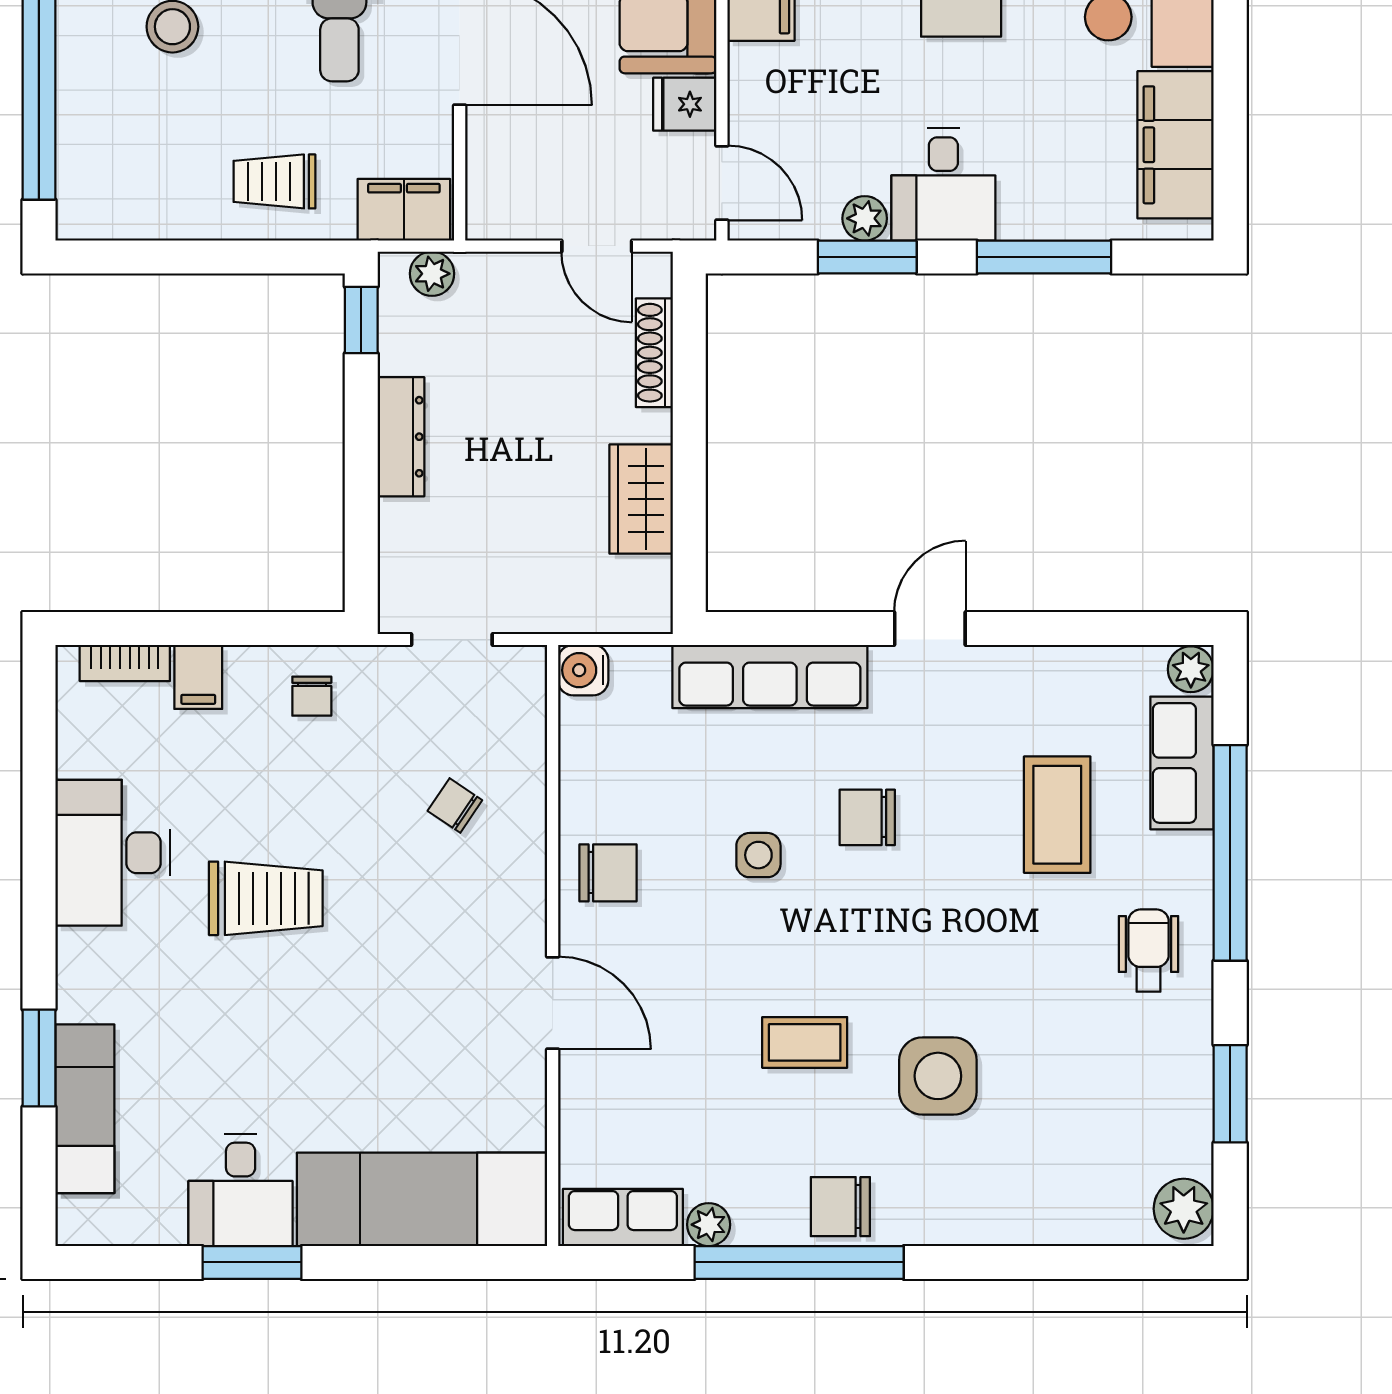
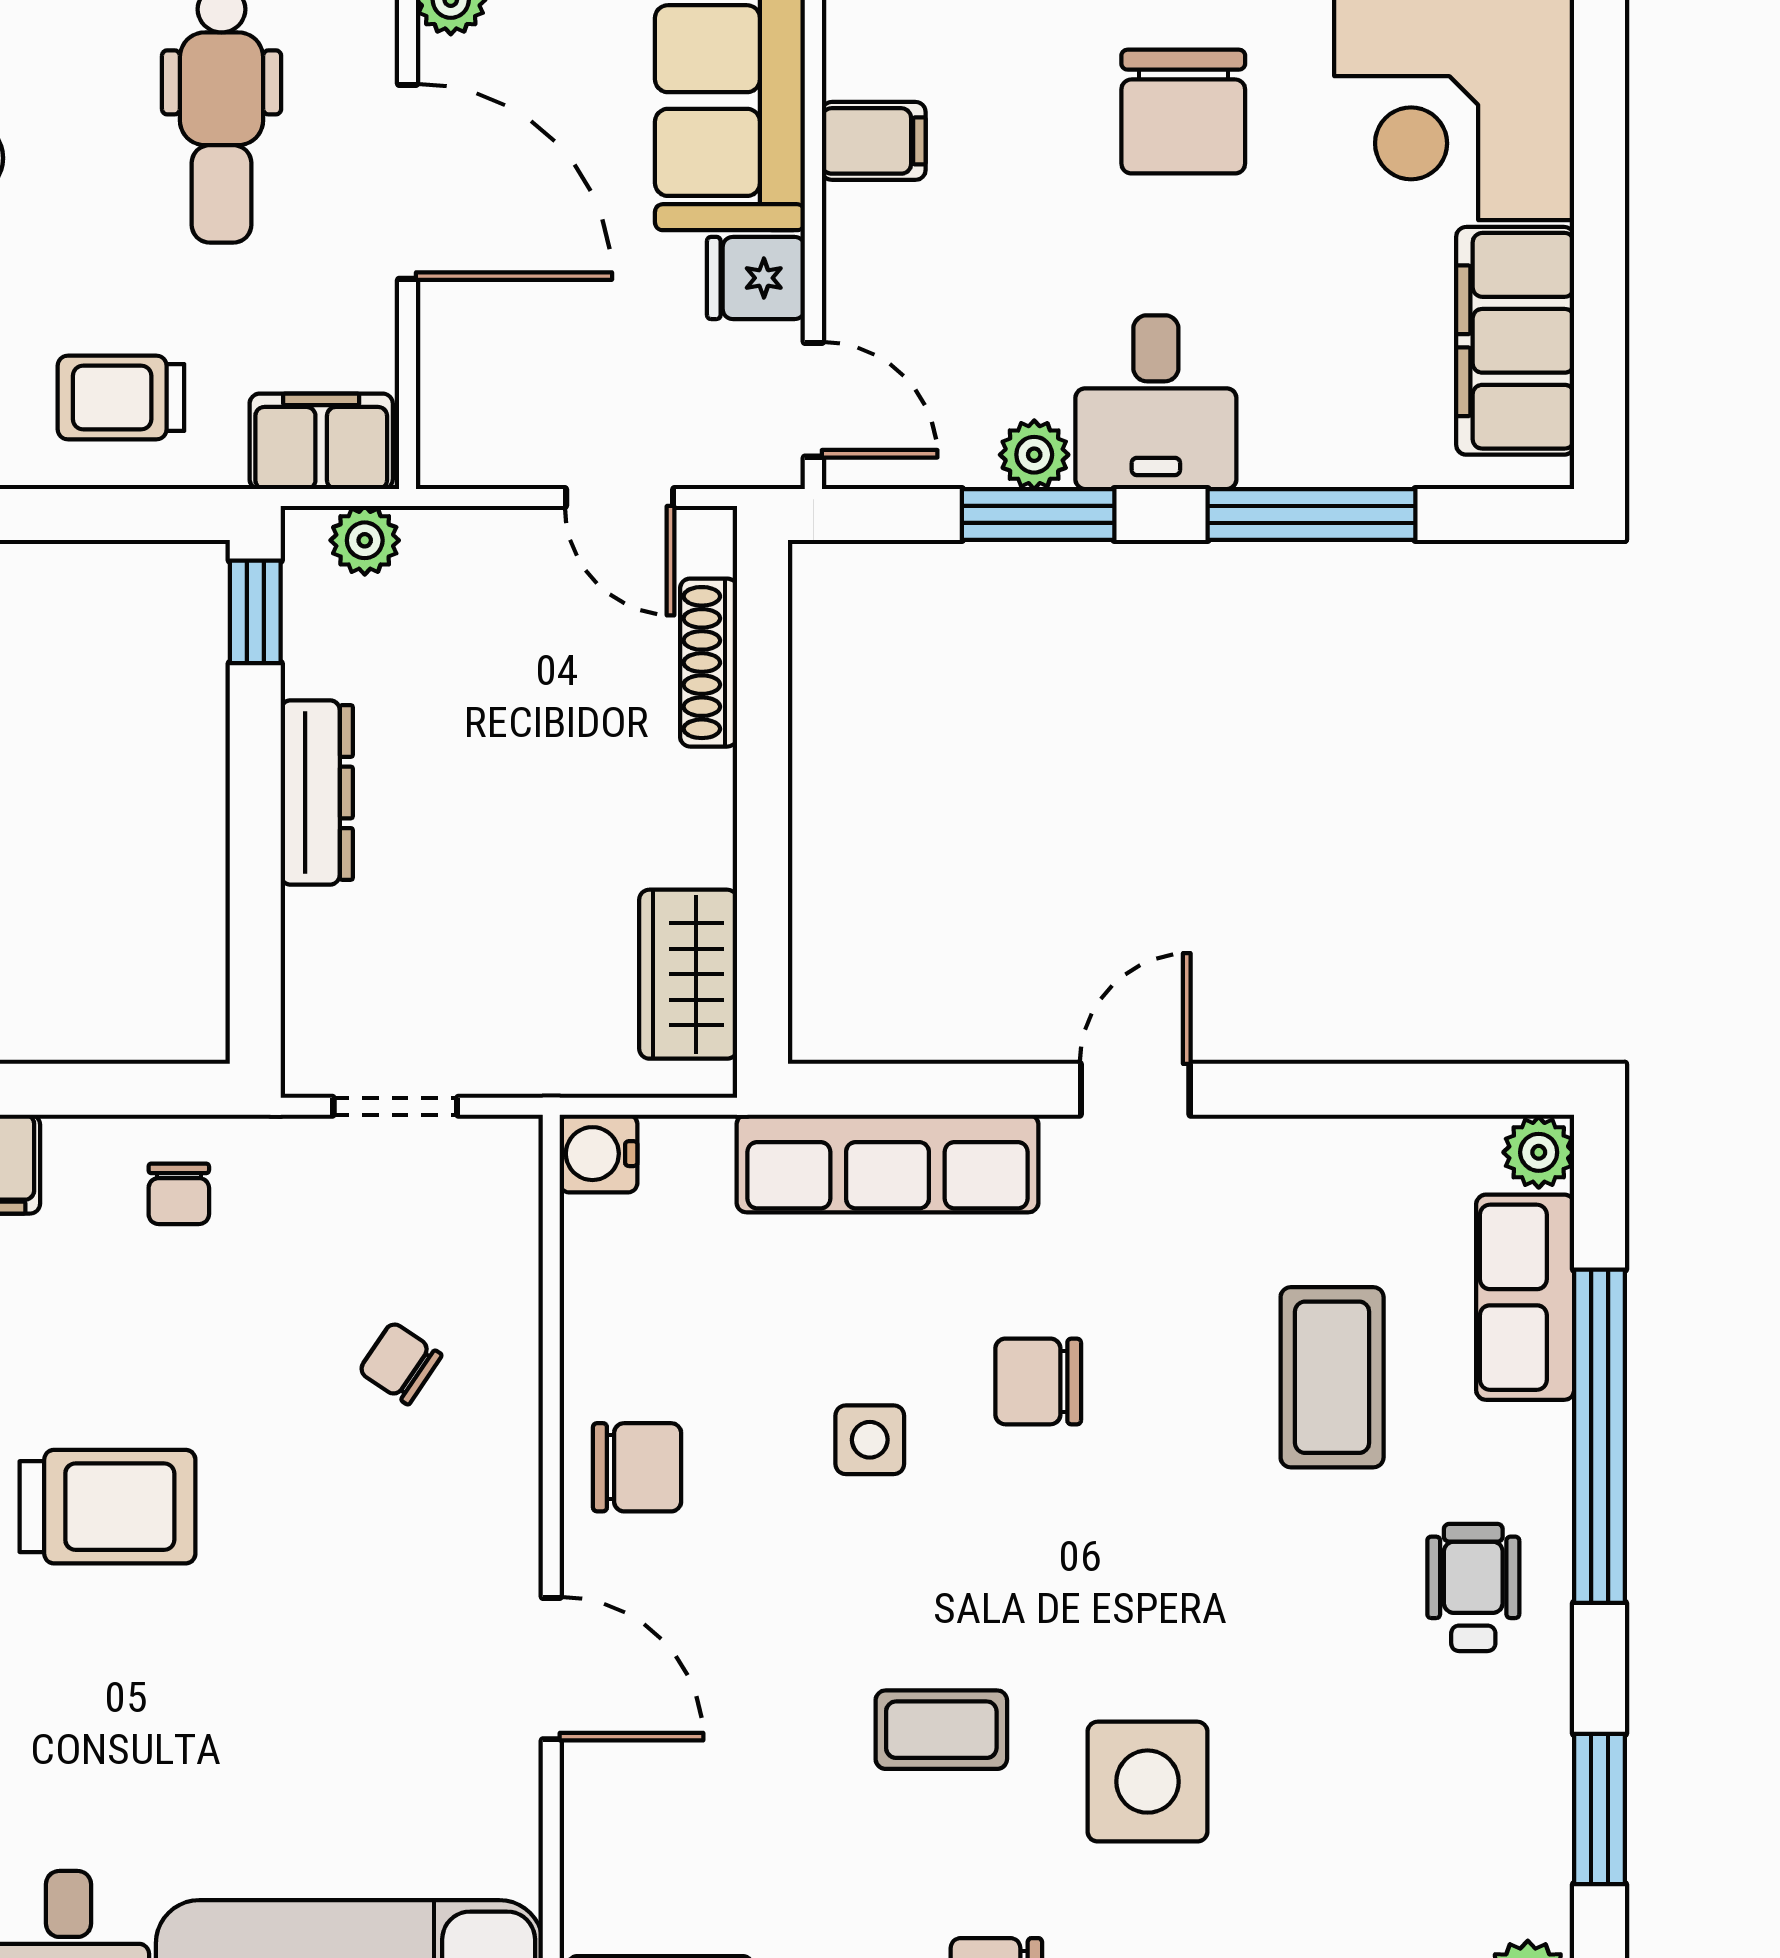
wardrobe: (641, 499) -> (688, 974), moved

